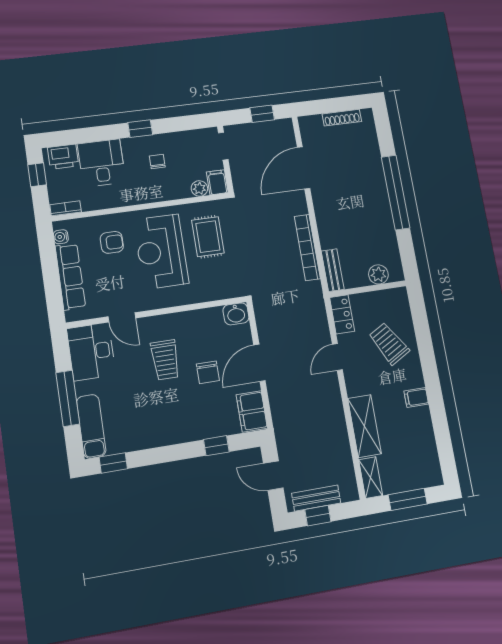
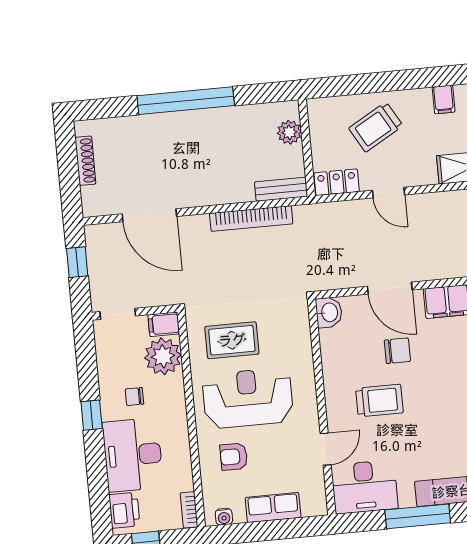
desk: (101, 163) -> (133, 455), width x1.37
plant: (199, 188) -> (163, 356), width x1.87, depth x1.87
armchair: (112, 242) -> (234, 457), turned -90
reception desk: (161, 252) -> (248, 398), turned 180
row of seats: (70, 277) -> (273, 508), width x0.68

